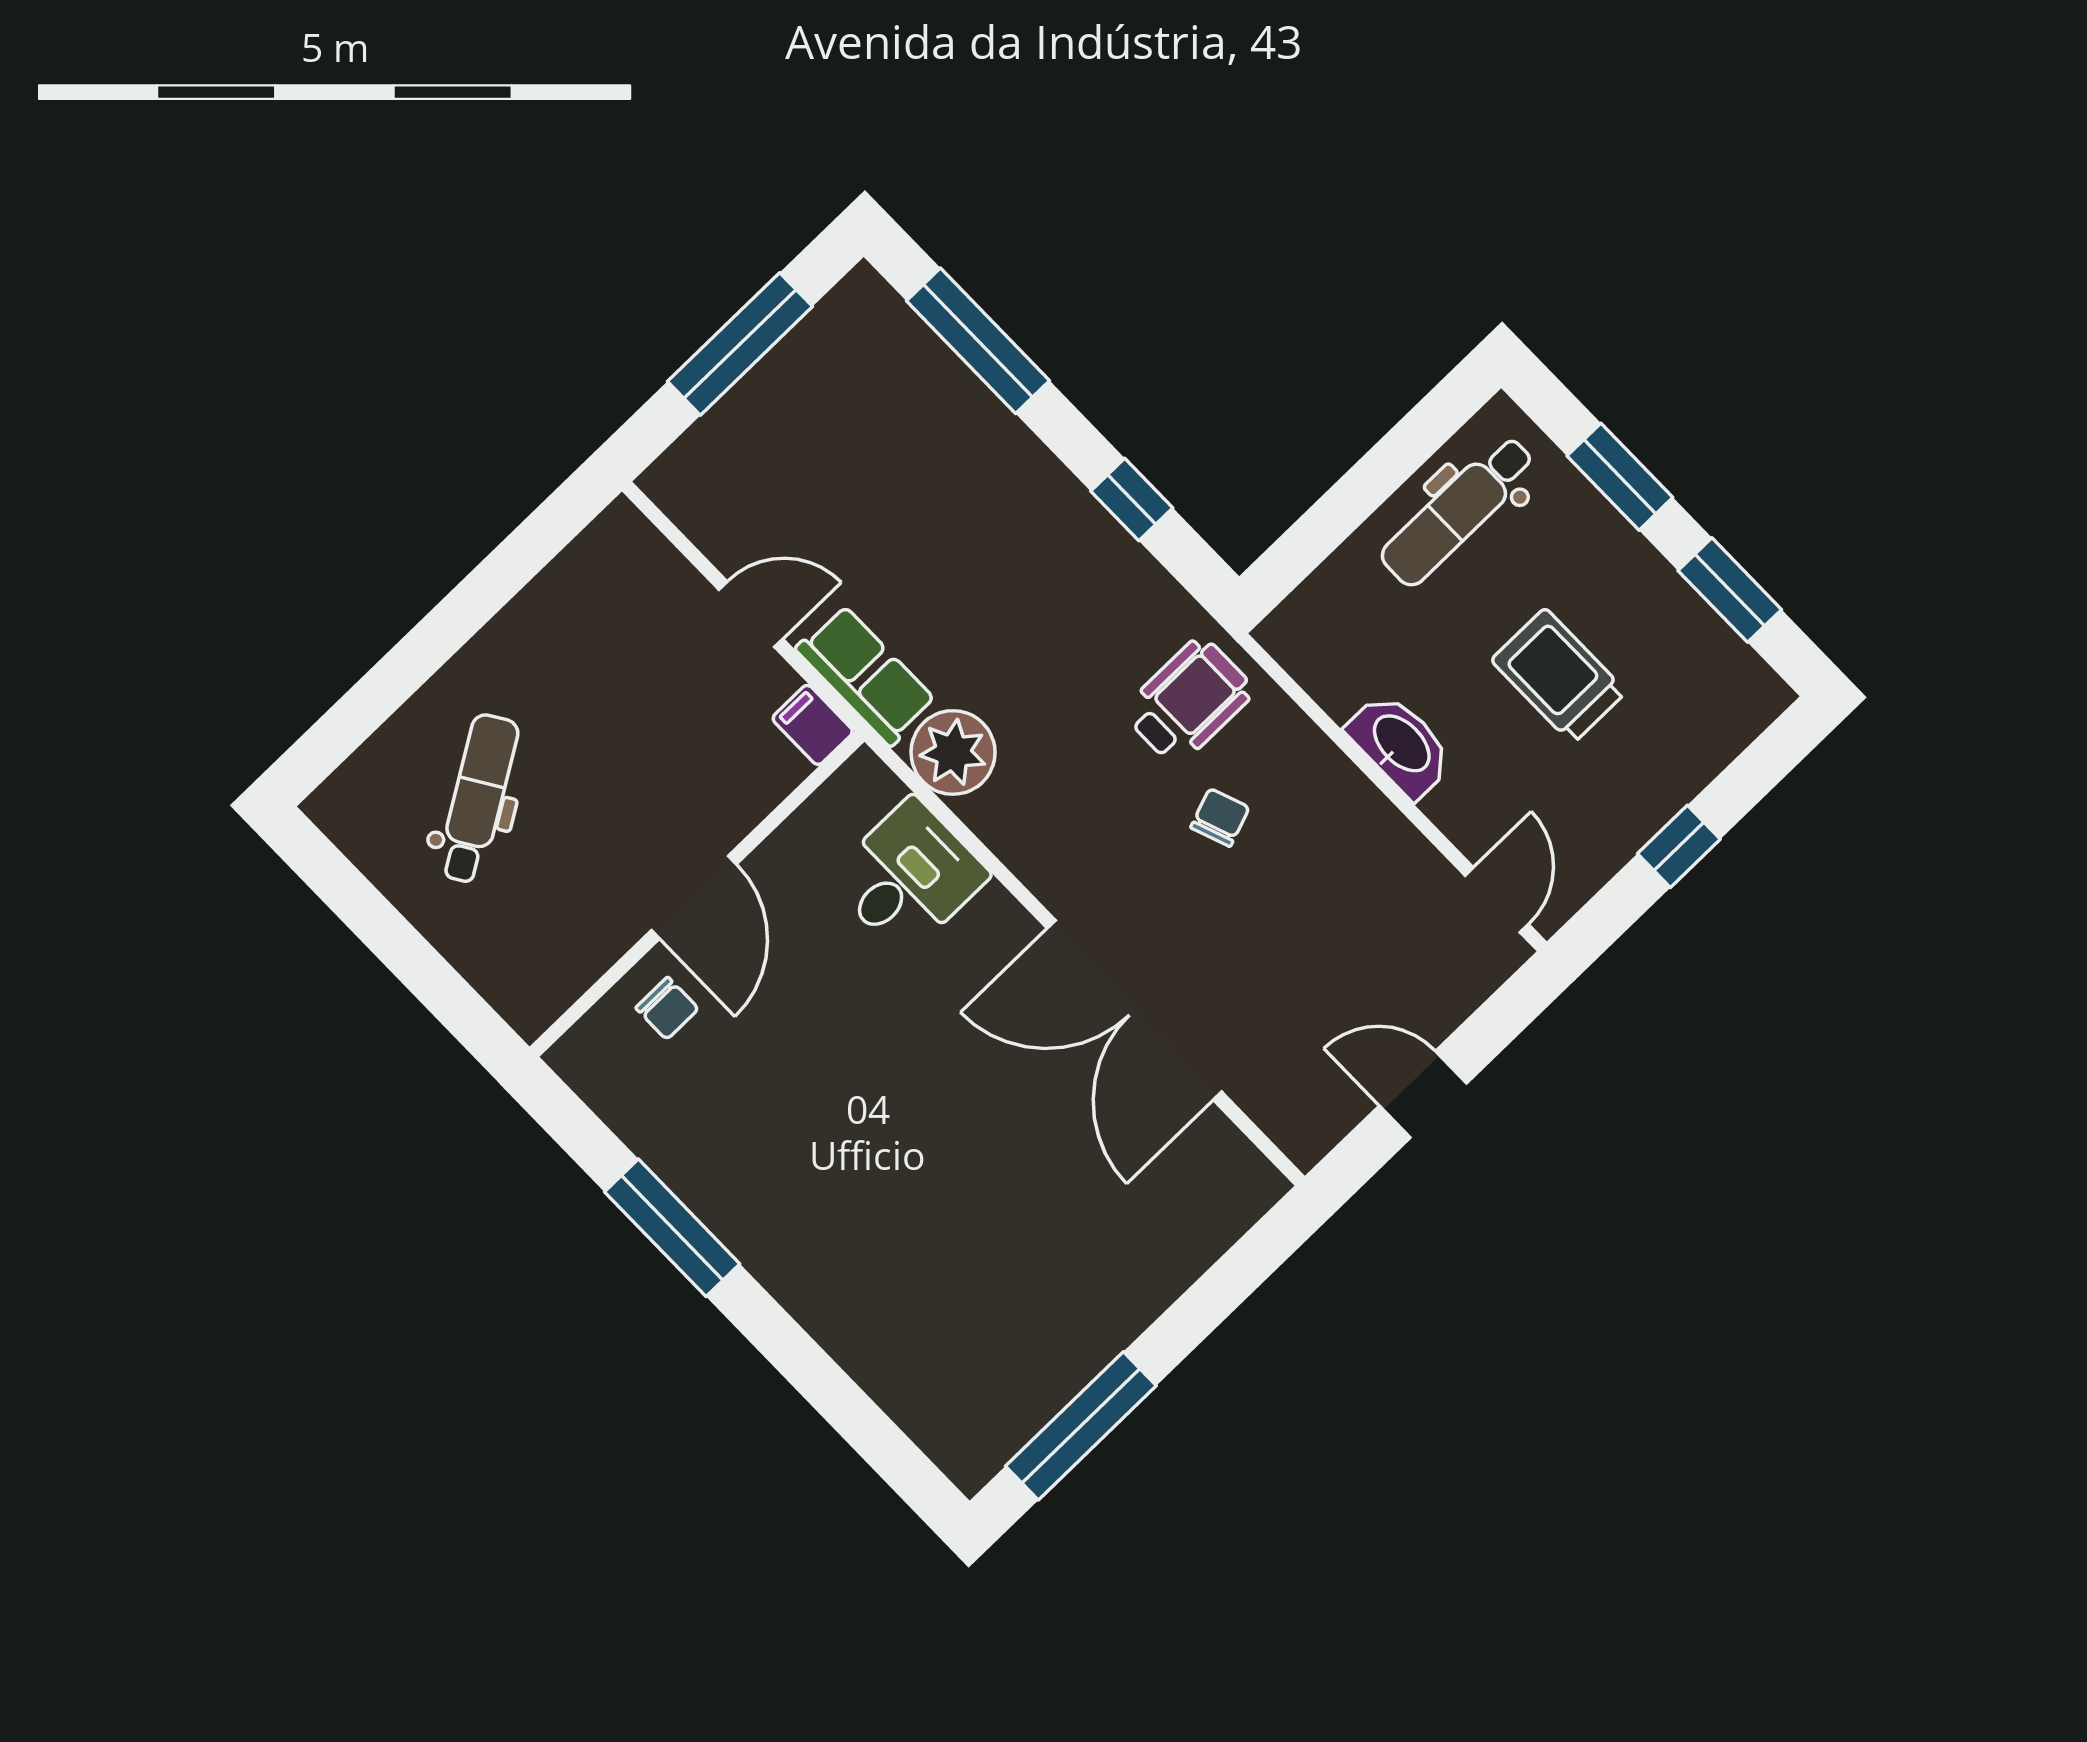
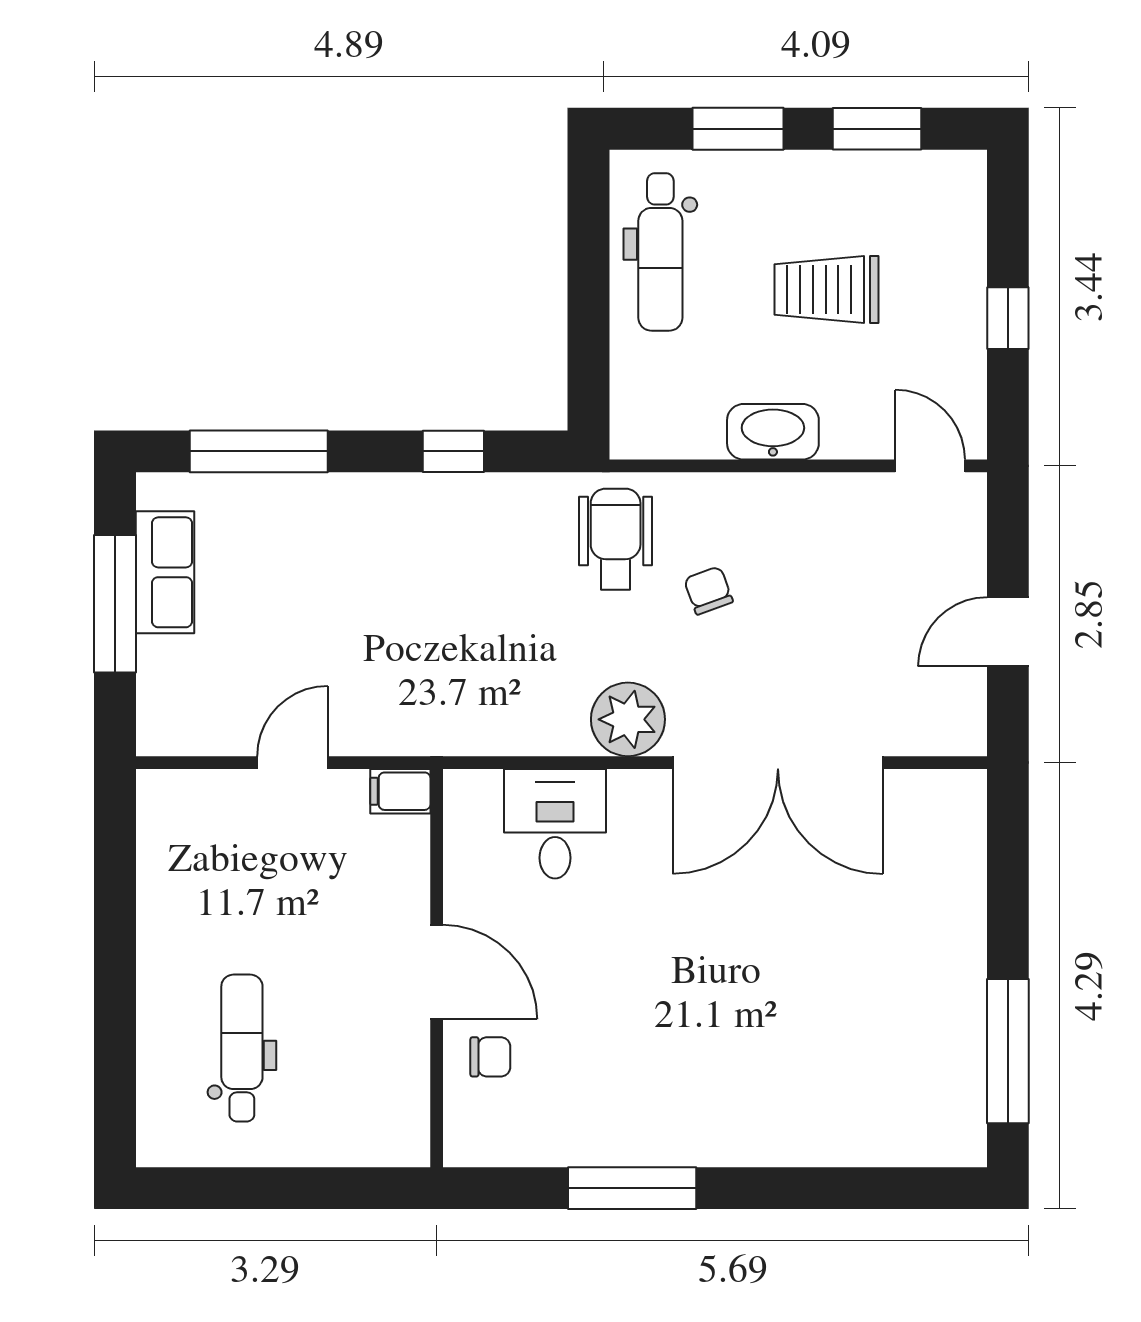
row of seats: (866, 675) -> (165, 572), moved, turned 90
plant: (953, 752) -> (628, 719), moved
dental chair: (478, 799) -> (242, 1048), turned 32

